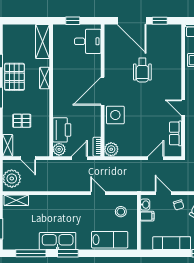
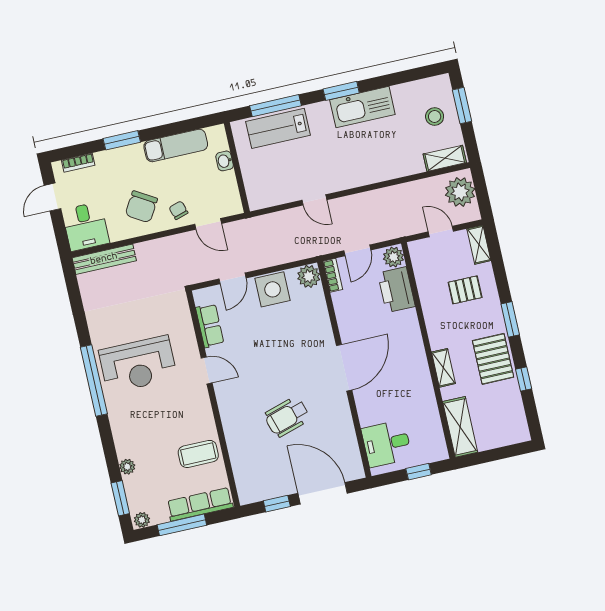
wheelchair: (142, 70) -> (287, 417), turned -107
side table: (115, 115) -> (273, 289), moved
washbasin: (145, 205) -> (225, 161), moved
stool: (121, 212) -> (435, 117), moved
filing cabinet: (147, 216) -> (225, 181), removed
window: (31, 253) -> (275, 106), moved

